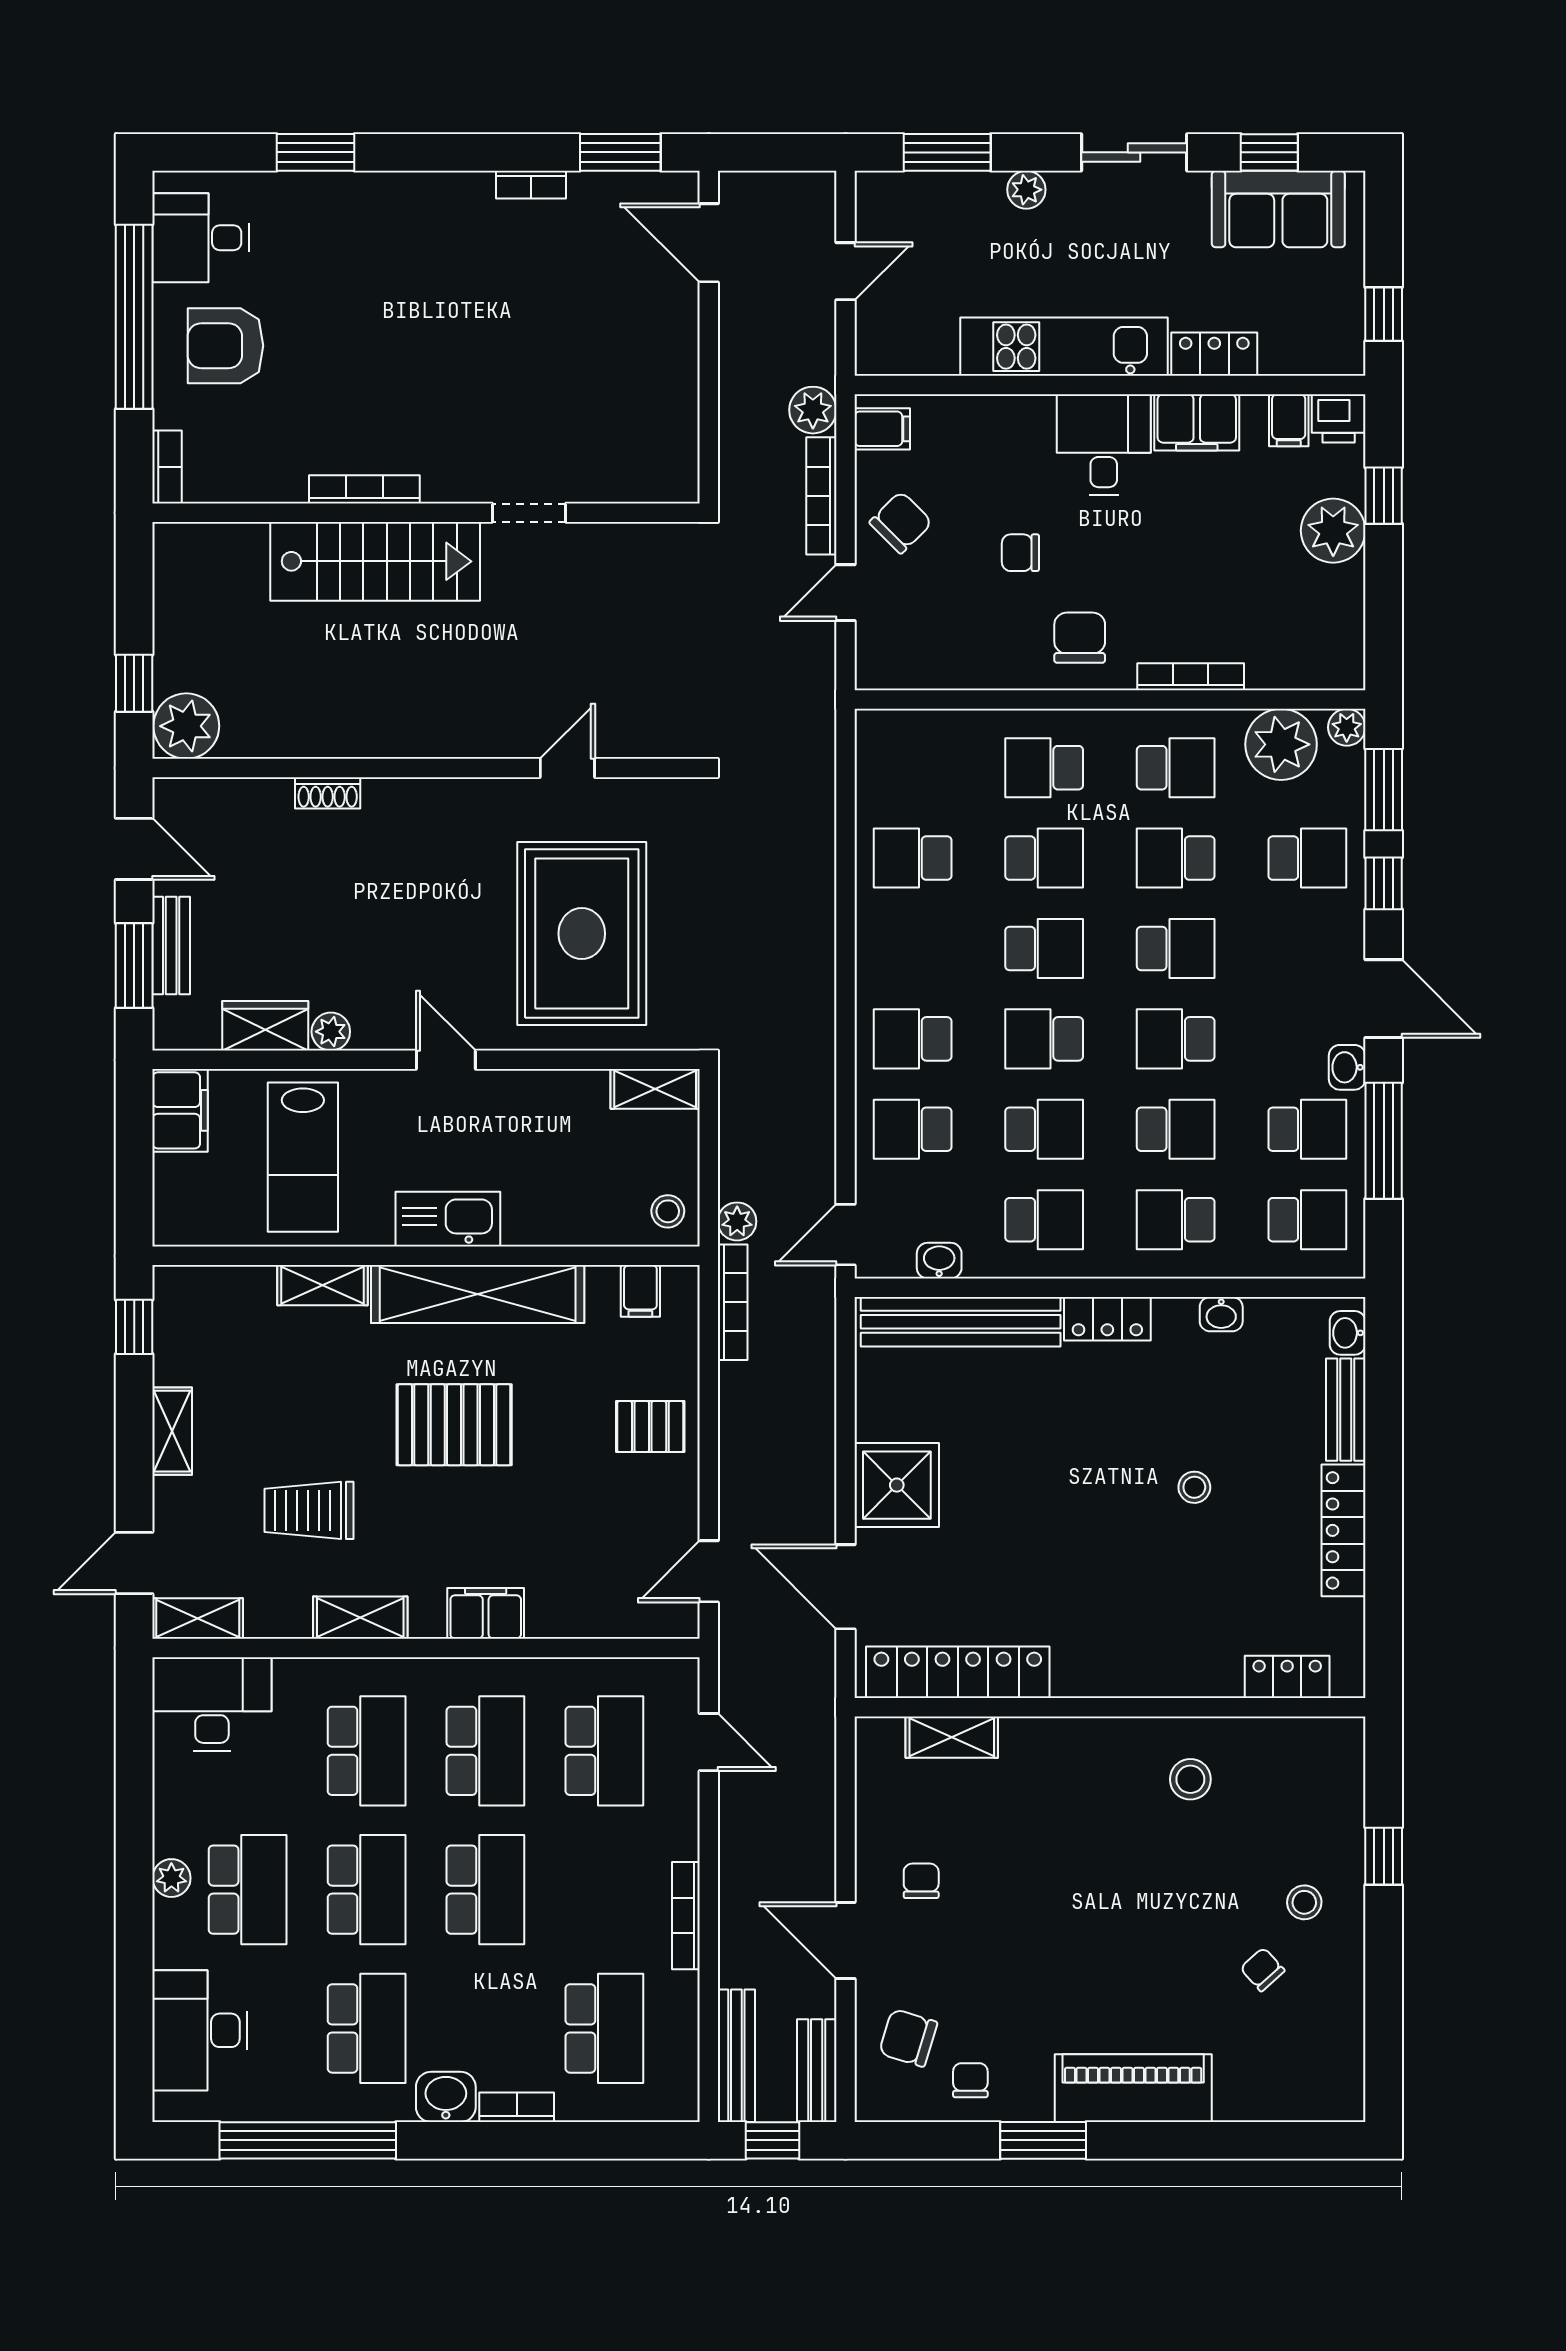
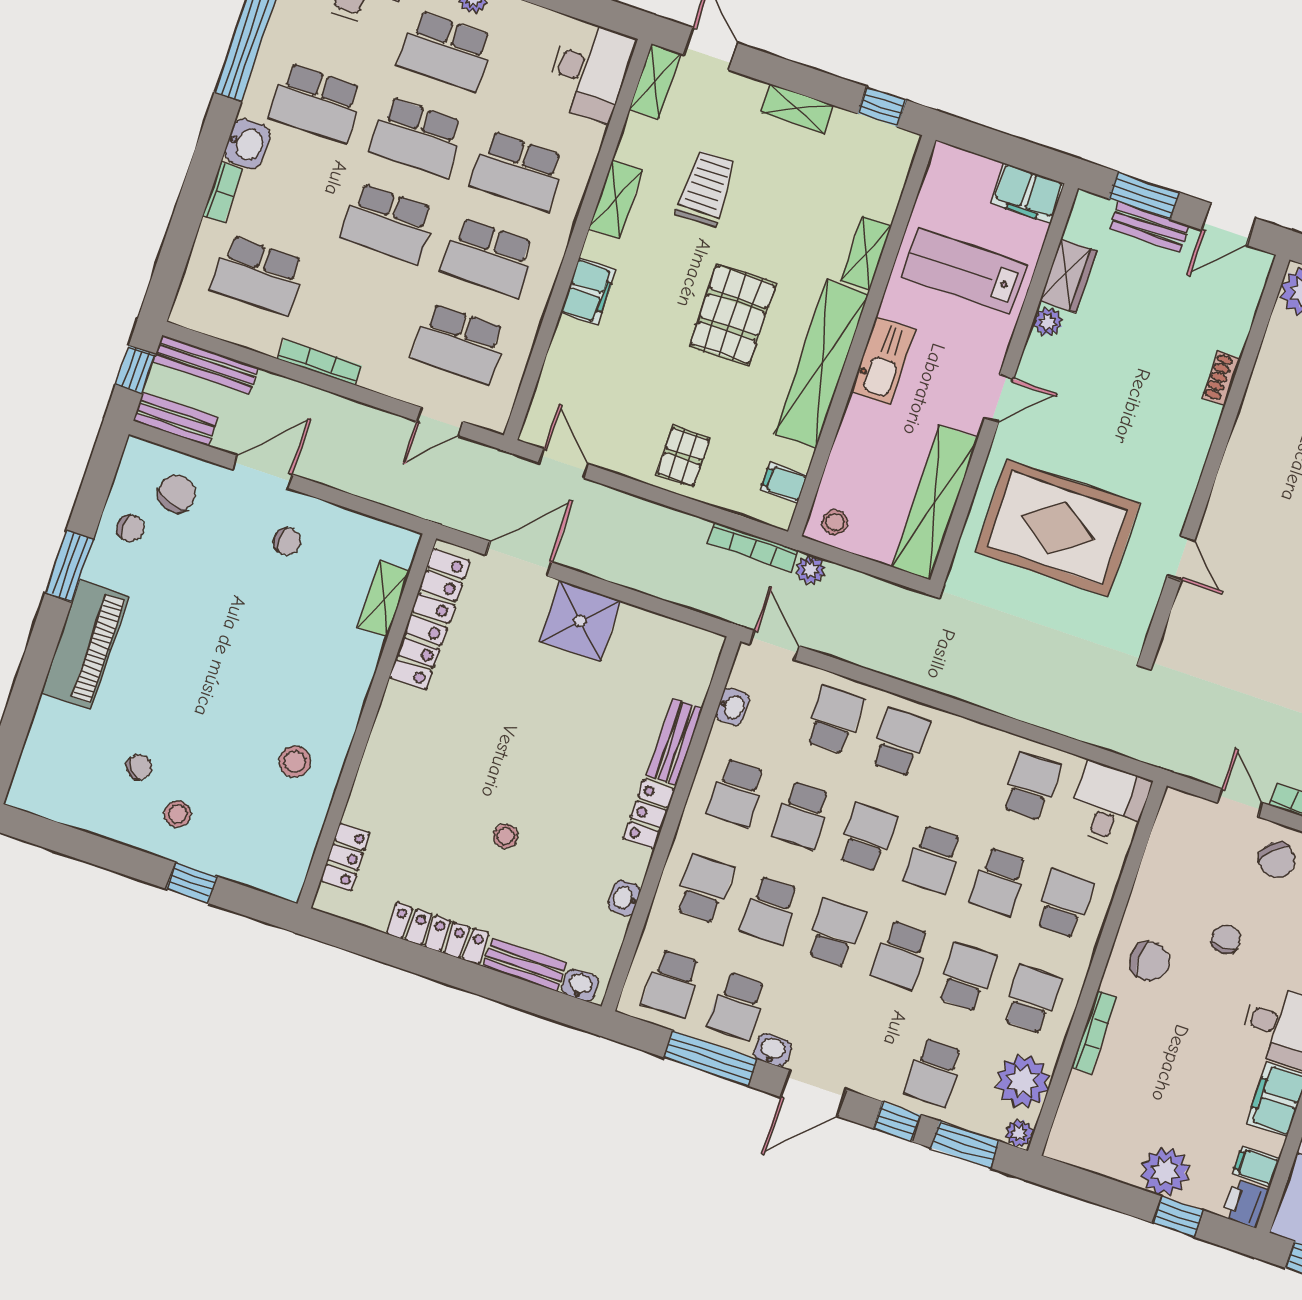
desk: (903, 754) -> (1109, 805), added
school desk: (1176, 768) -> (1032, 999), turned 180
shelving: (655, 1089) -> (935, 503), width x2.20, depth x1.33
bench: (961, 1322) -> (675, 742), width x0.54, depth x0.82

